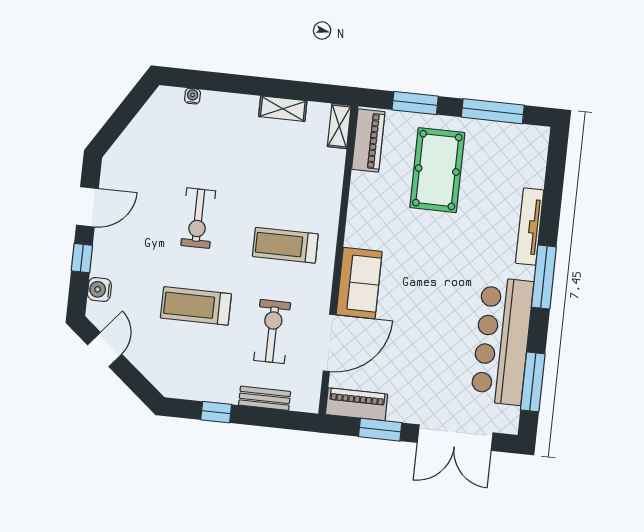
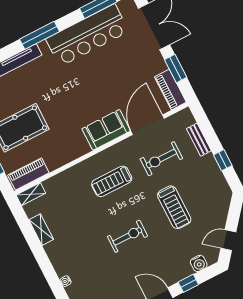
treadmill: (285, 245) -> (112, 181), turned 90
door: (329, 343) -> (148, 125), hinge flipped

